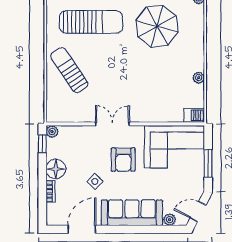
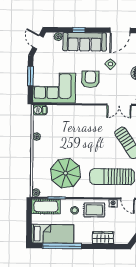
double door: (112, 124) -> (119, 105), moved
door: (198, 212) -> (38, 42), swing flipped
window: (140, 229) -> (79, 30), added

